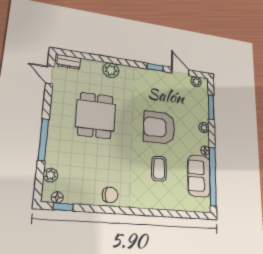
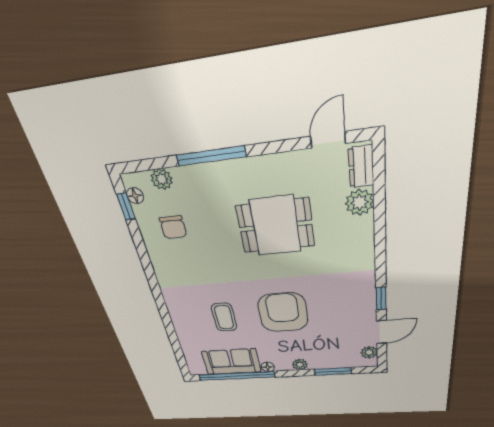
plant: (111, 70) -> (359, 202), moved
coffee table: (159, 169) -> (224, 317), turned 90
chair: (110, 195) -> (173, 227), moved

